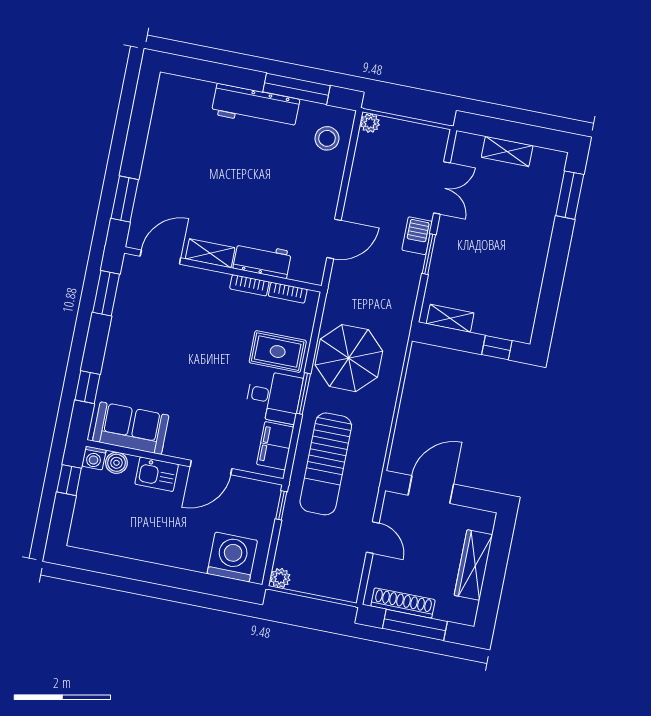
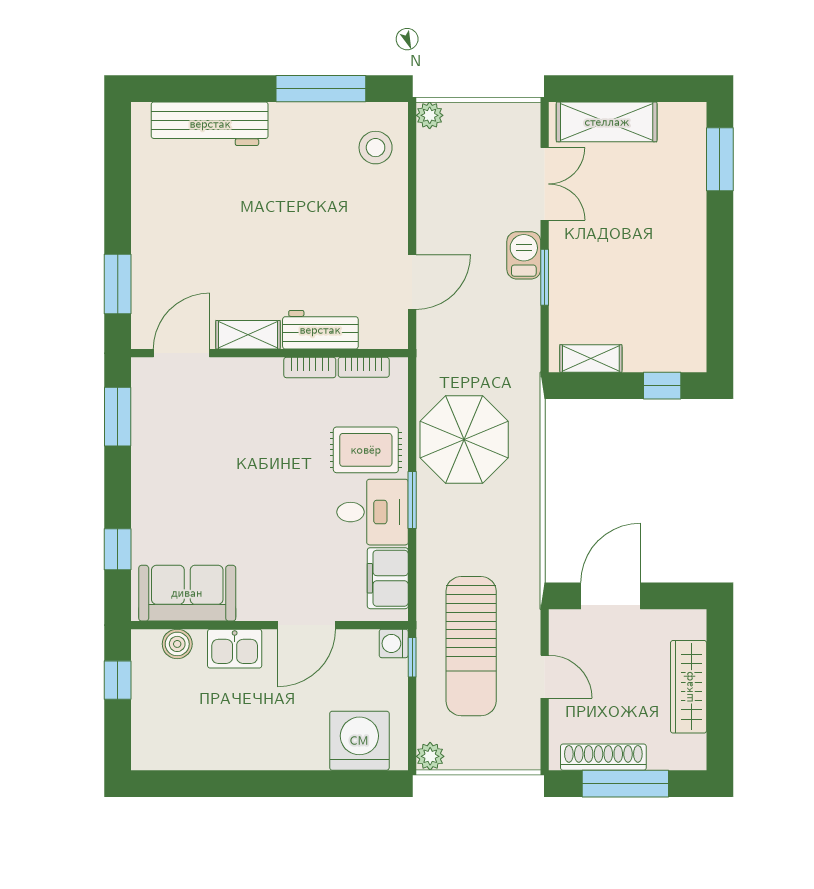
workbench: (255, 107) -> (210, 124), moved
shelving: (507, 151) -> (607, 122), width x1.50, depth x1.33
washing machine: (94, 458) -> (394, 643), moved, turned 90
sun lounger: (326, 464) -> (471, 646), moved

